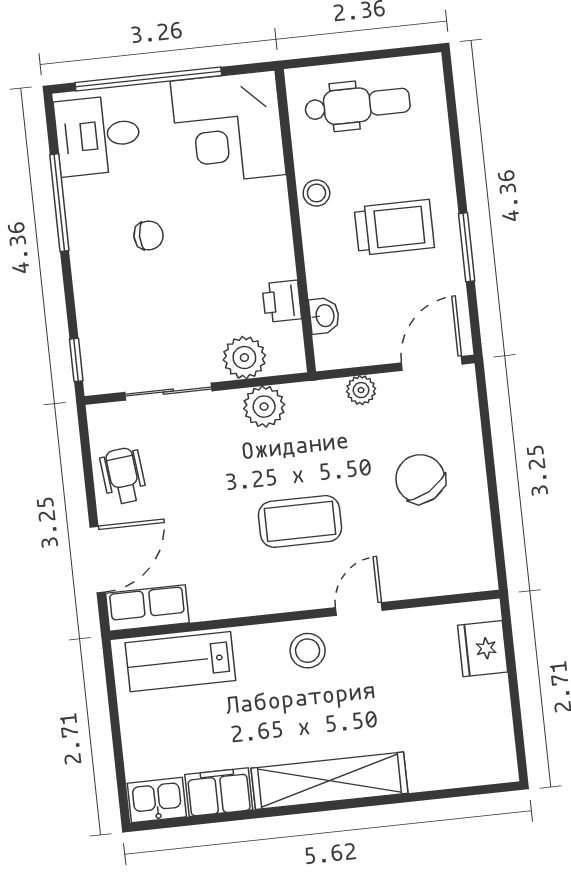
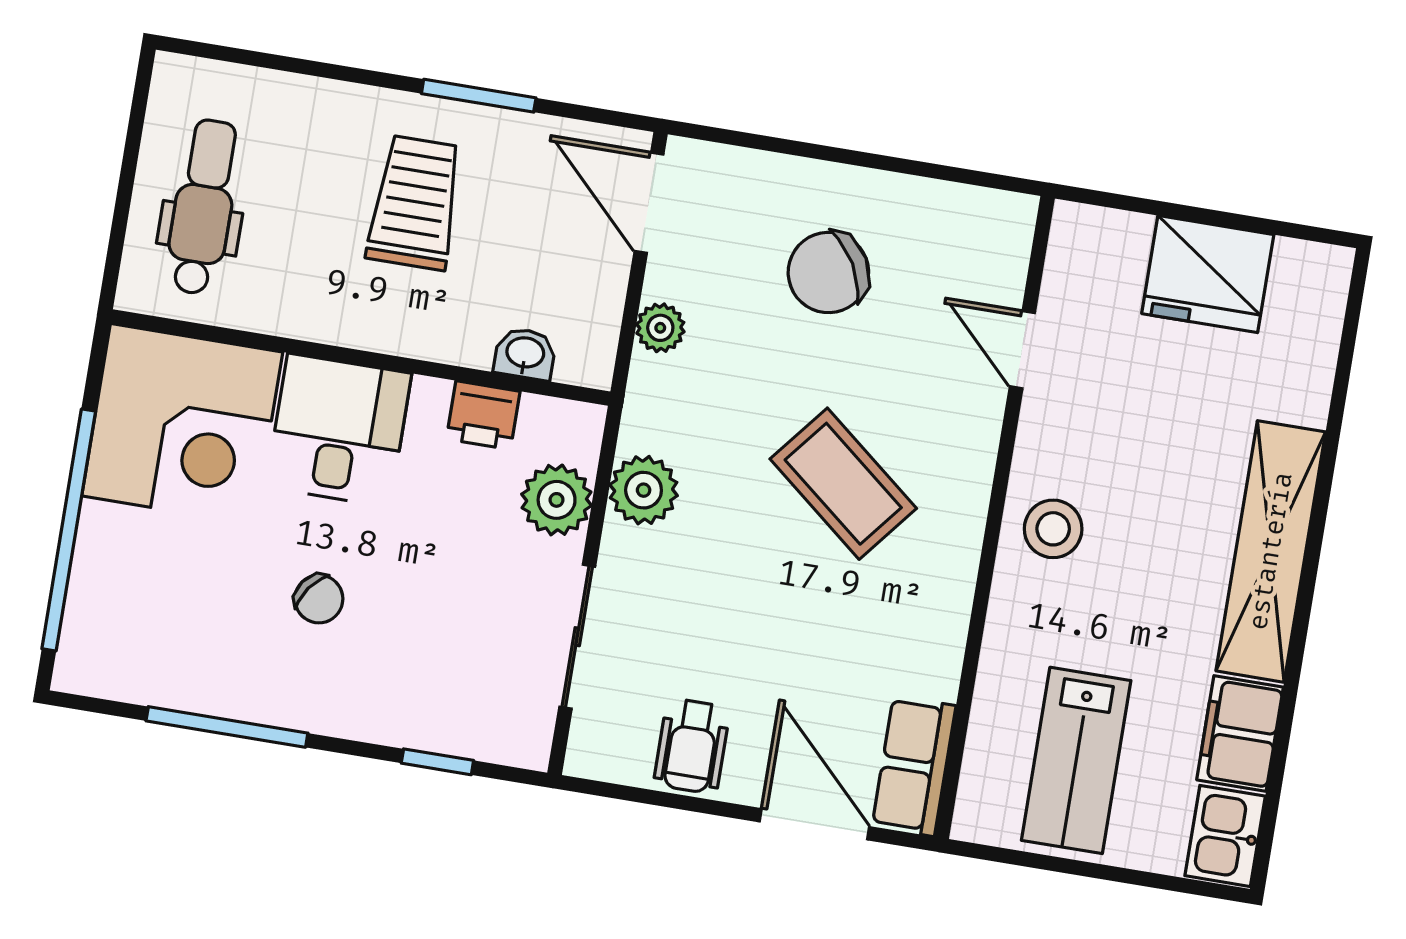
desk: (98, 135) -> (339, 430), moved, turned 180
stool: (316, 193) -> (325, 312), removed
chair: (149, 235) -> (319, 599), turned 126
window: (76, 360) -> (437, 762), moved
wheelchair: (123, 476) -> (692, 746), turned -84
coffee table: (300, 521) -> (843, 484), turned -51
door: (359, 609) -> (1022, 350), moved
fridge: (483, 649) -> (1208, 274), moved, width x1.36, depth x1.34
lab bench: (180, 662) -> (1076, 760), moved

